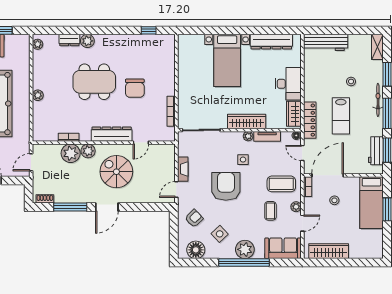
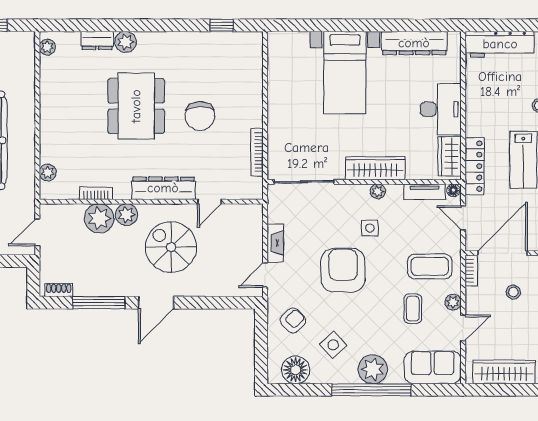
dining table: (94, 82) -> (136, 106), turned 90
plant: (38, 95) -> (48, 172), moved
tv unit: (267, 136) -> (425, 192), moved

